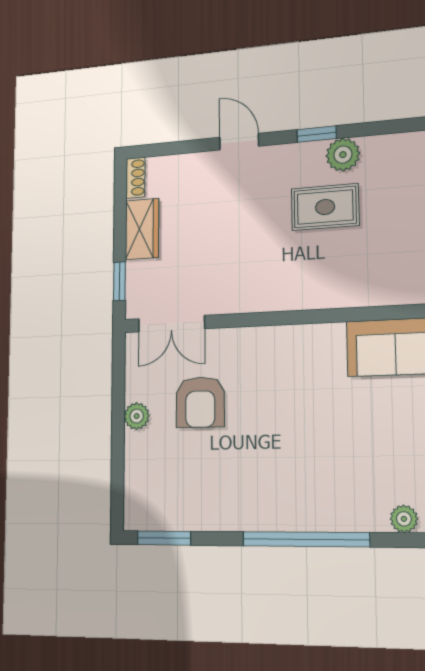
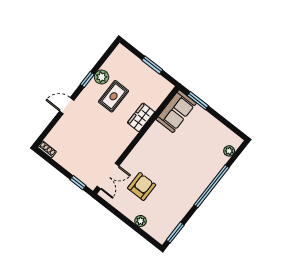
wardrobe: (142, 229) -> (141, 117), moved, turned -90
armchair: (200, 402) -> (142, 187), turned -90
plant: (137, 416) -> (140, 221), moved

